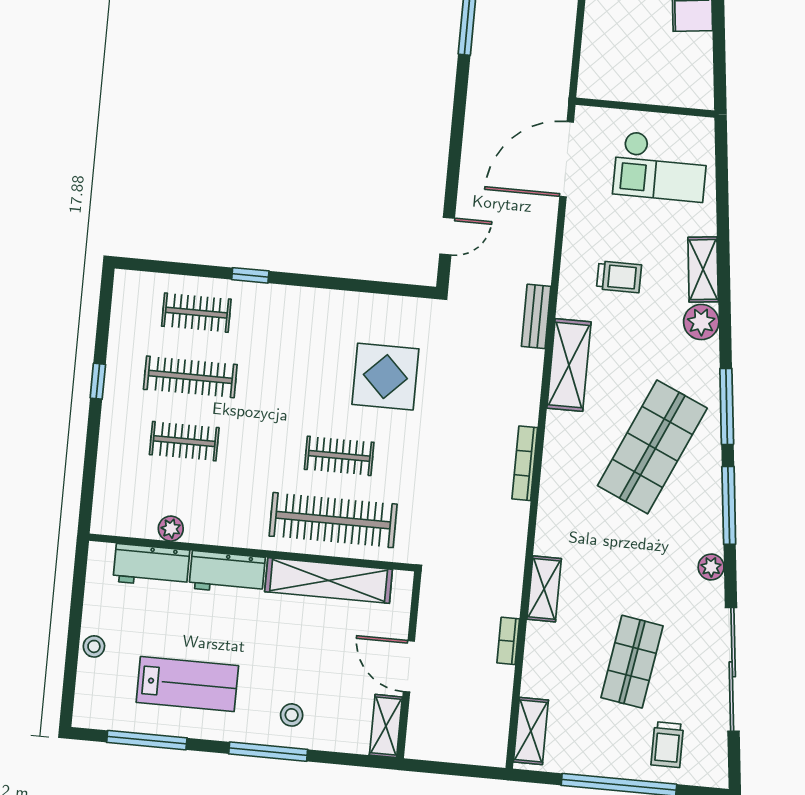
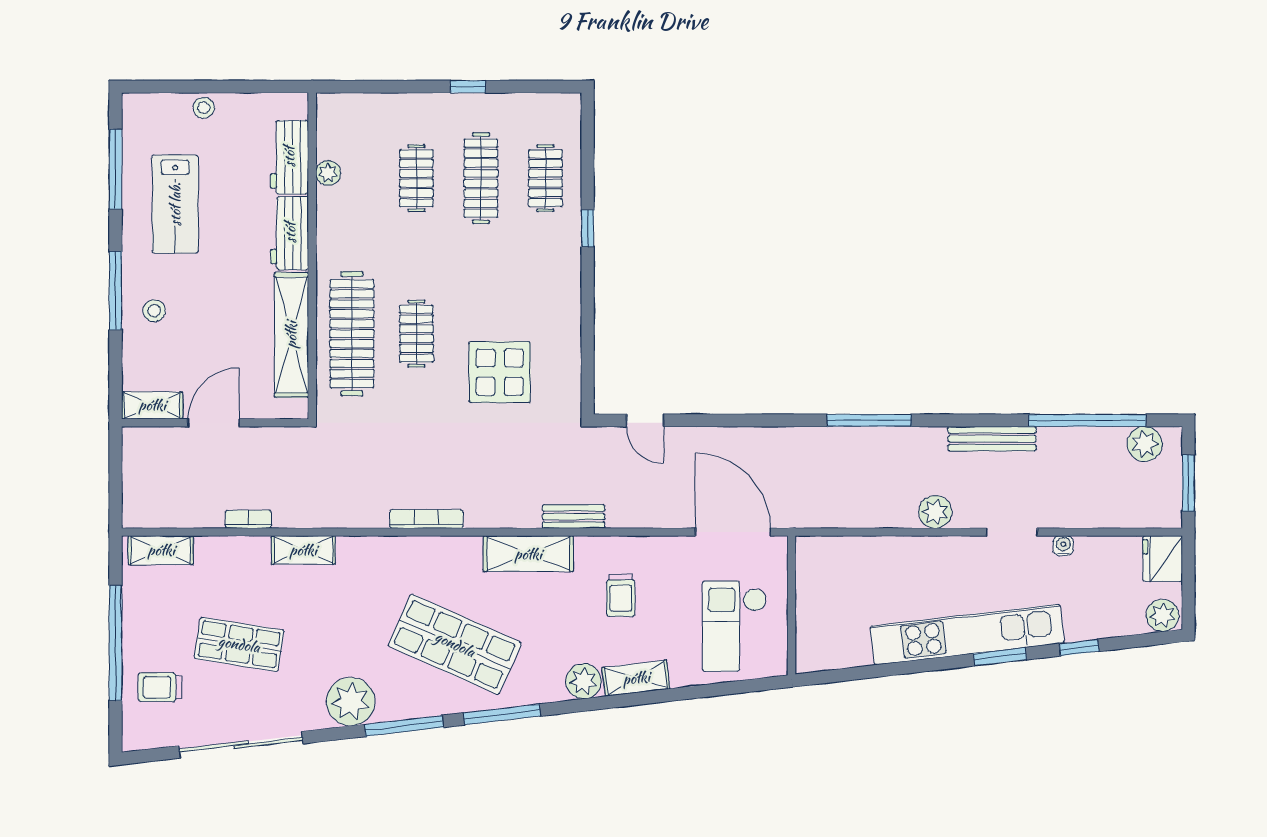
plant: (711, 567) -> (351, 702), width x1.87, depth x1.87

